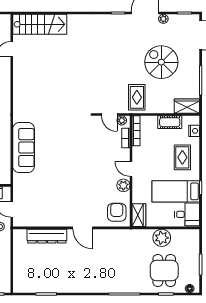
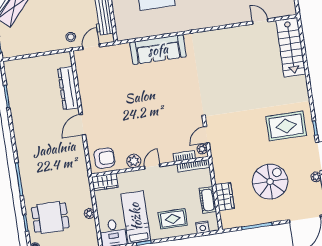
rug: (137, 97) -> (286, 126), moved, width x1.36, depth x1.43
wardrobe: (187, 106) -> (225, 197), moved
plant: (162, 238) -> (89, 213), width x0.53, depth x0.53

